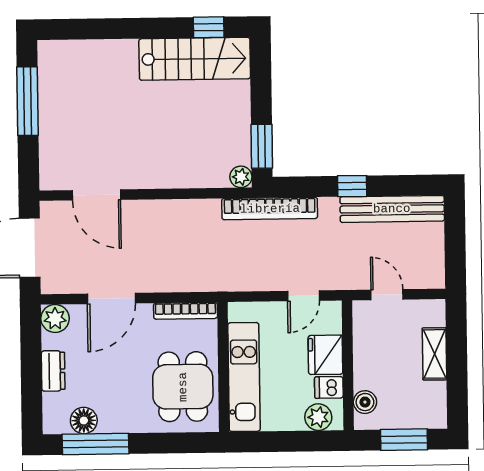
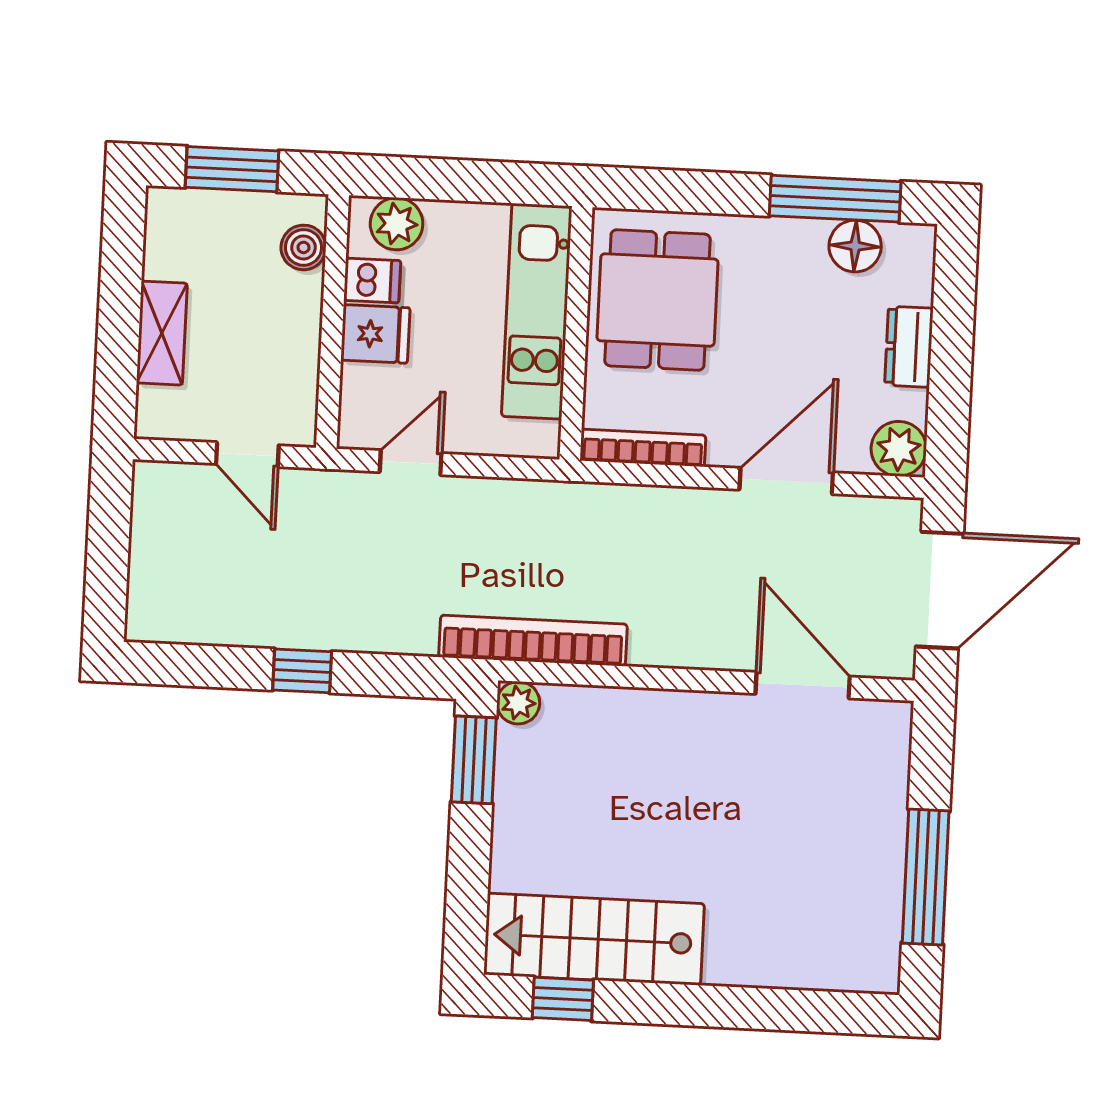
bookcase: (270, 209) -> (533, 641), moved
bench: (392, 209) -> (227, 621), removed
fridge: (325, 355) -> (375, 334), width x0.72

